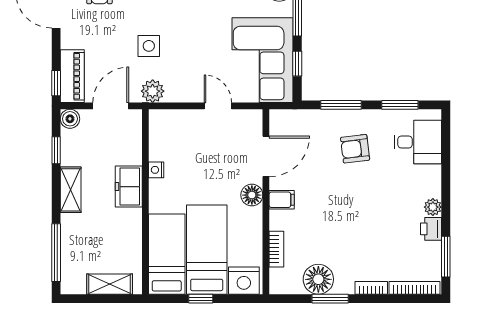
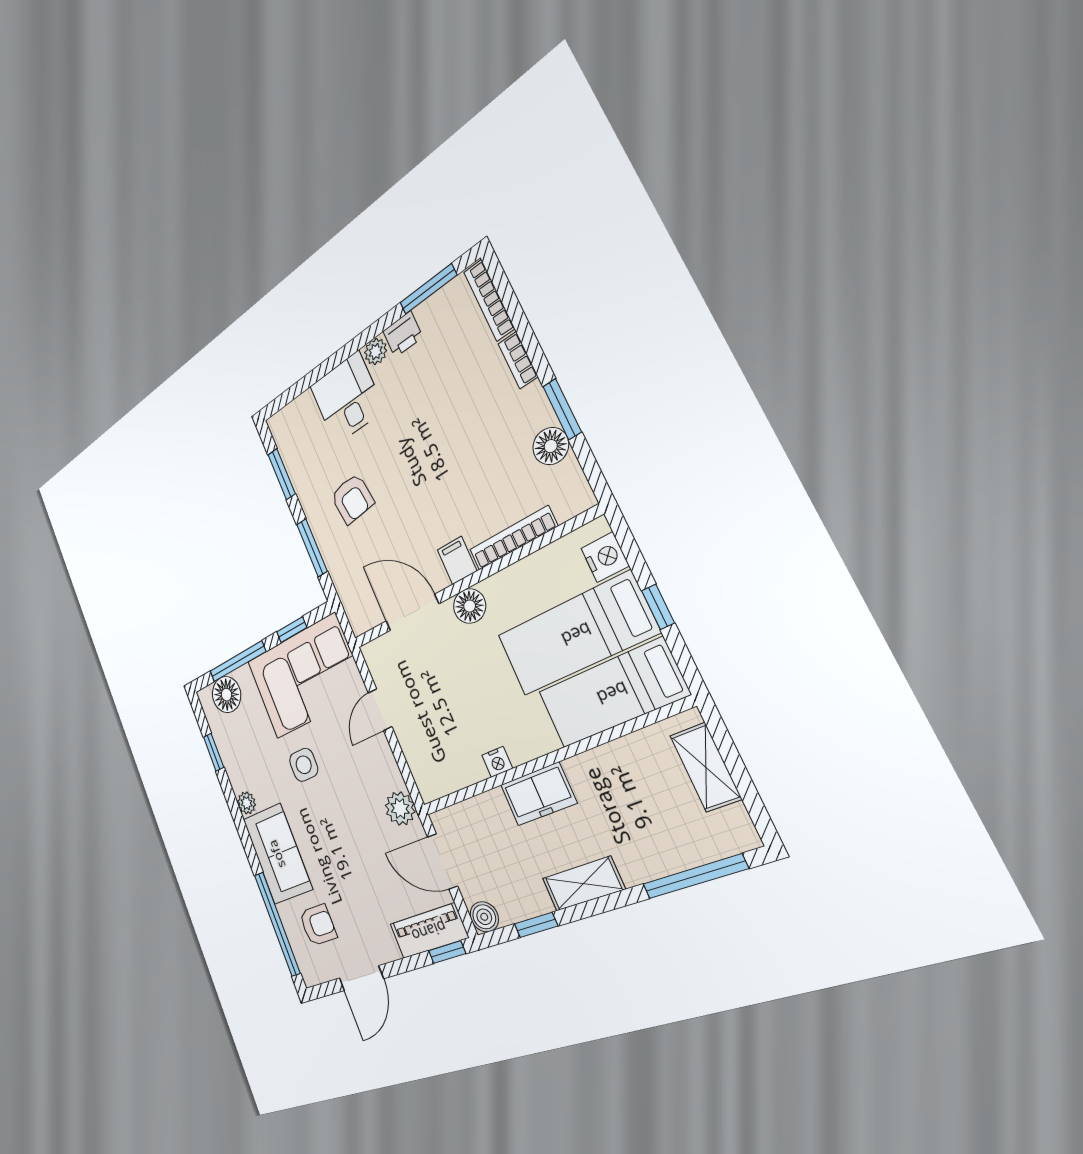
side table: (149, 46) -> (304, 765), moved
desk: (418, 142) -> (347, 398), moved
bookcase: (276, 249) -> (513, 538), width x1.56
floor lamp: (318, 279) -> (551, 446), width x0.73, depth x0.73
nightstand: (244, 281) -> (605, 557), width x0.74, depth x0.75

